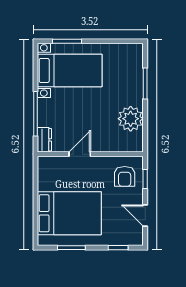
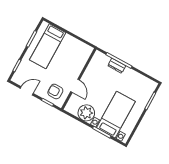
bed with nightstands: (70, 70) -> (116, 115), moved, turned 180
dresser: (44, 140) -> (117, 66), moved
door: (80, 154) -> (75, 86), moved
bed: (69, 213) -> (48, 46), width x0.67

